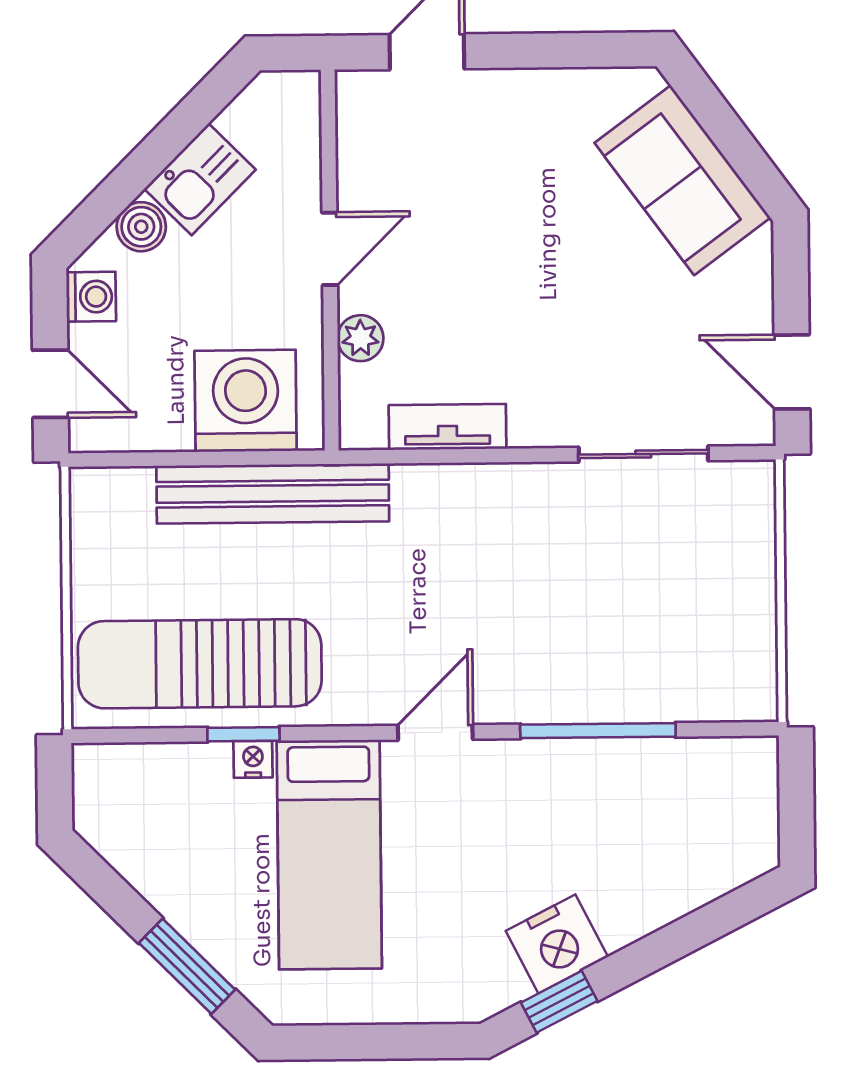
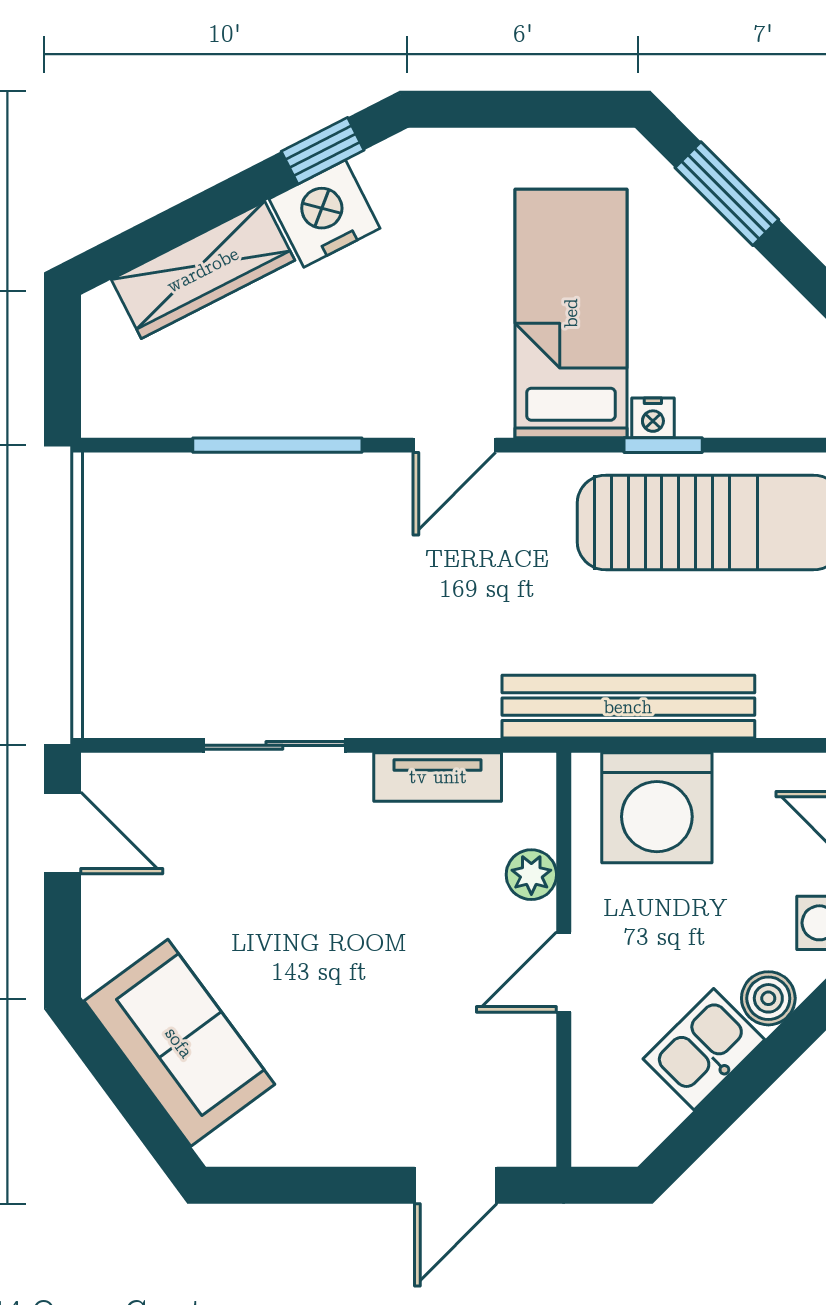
sliding door: (643, 454) -> (274, 745), moved
wardrobe: (668, 891) -> (203, 270), added

